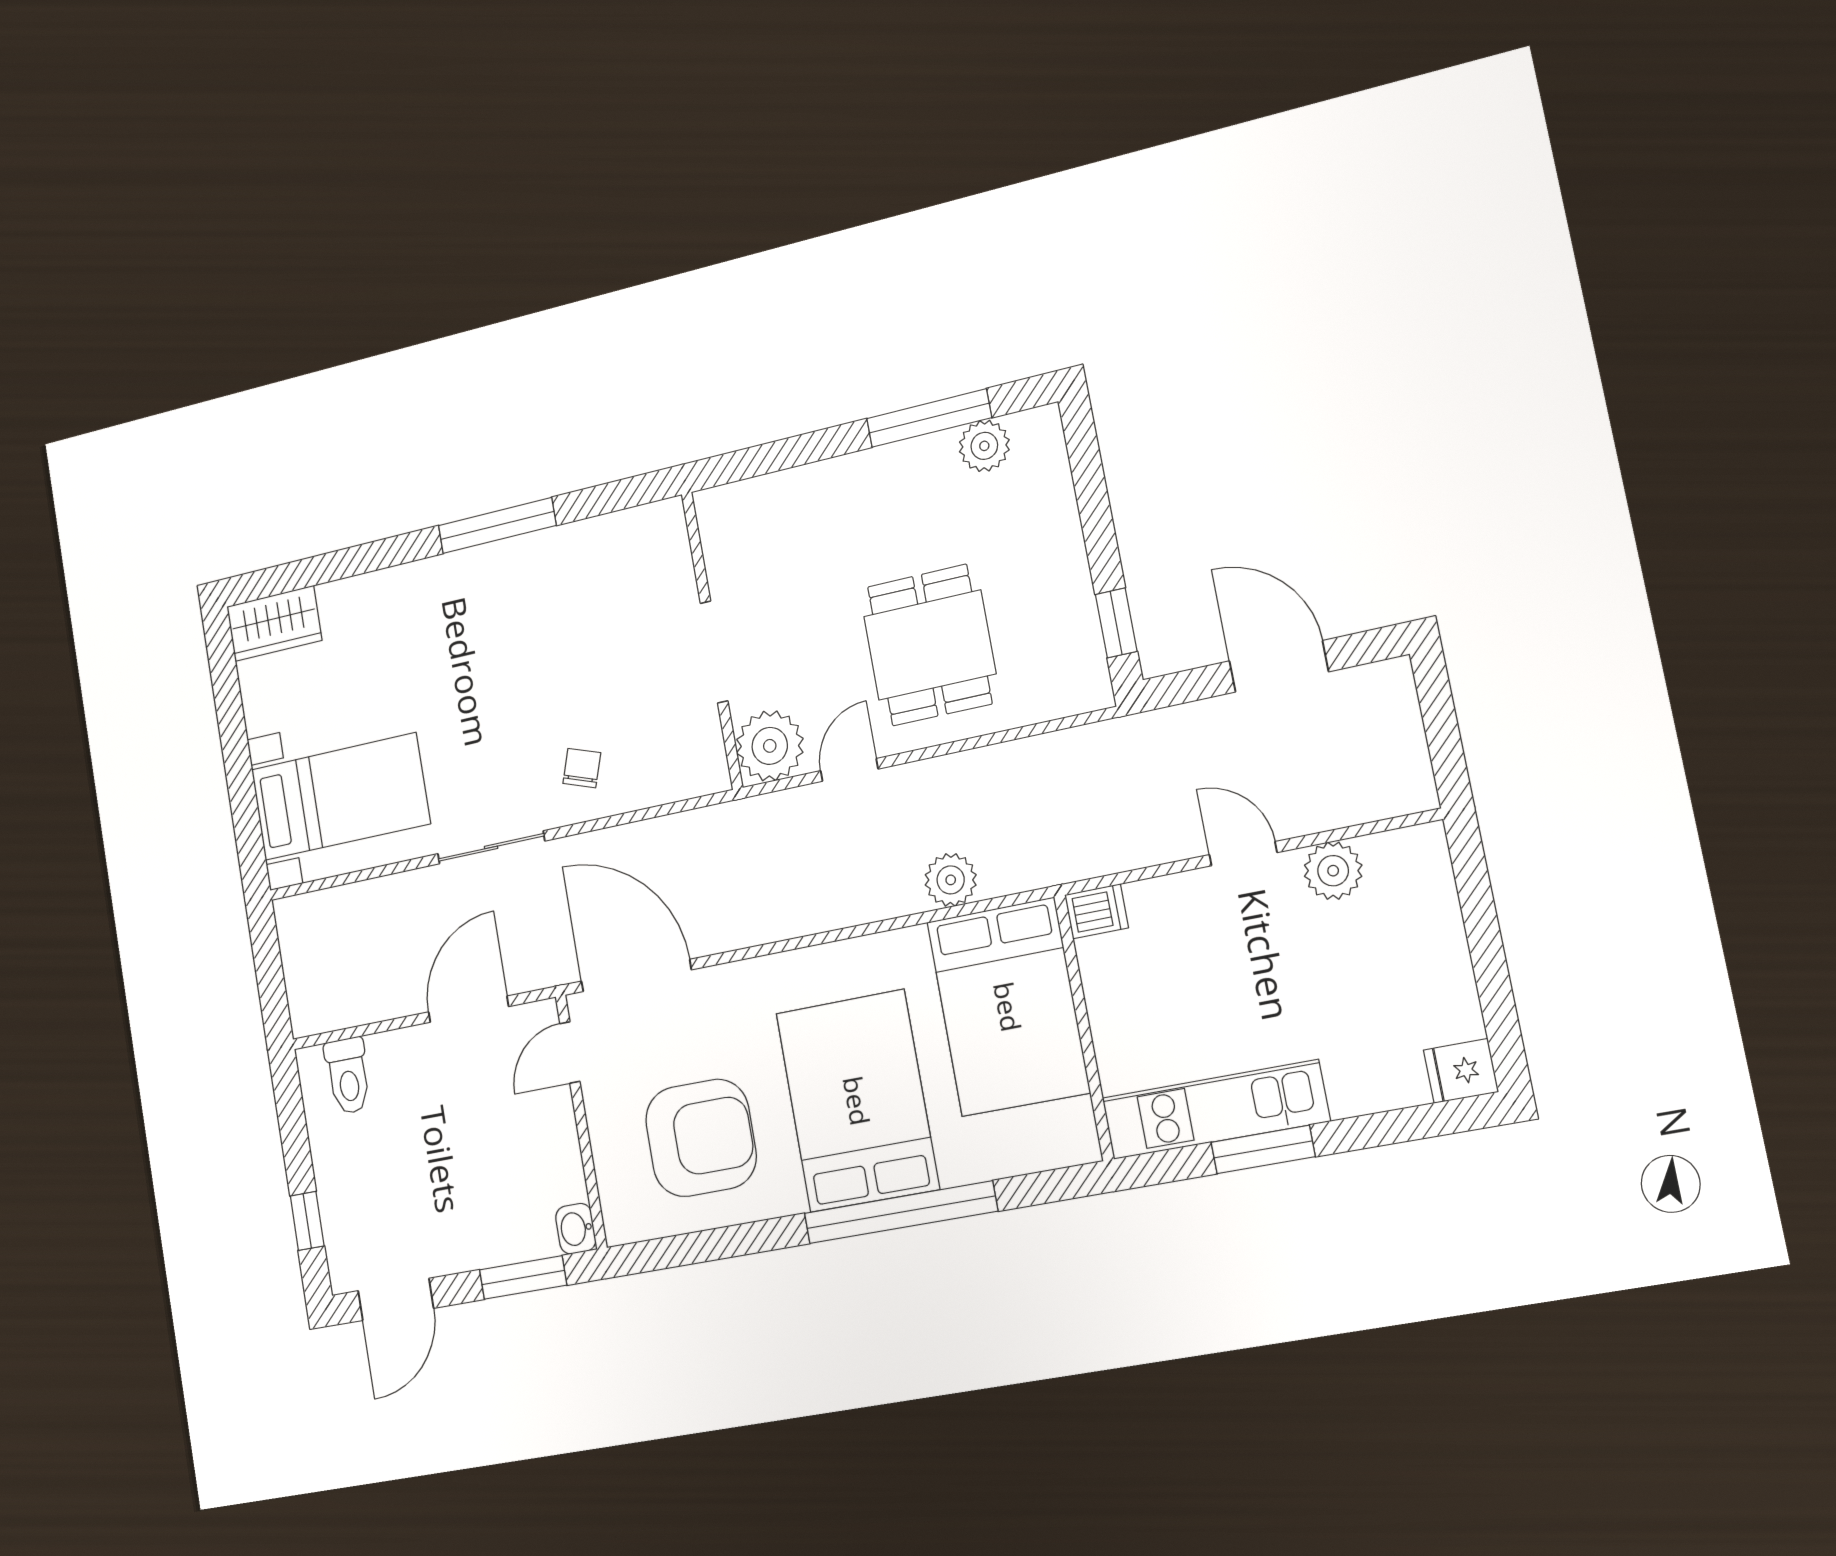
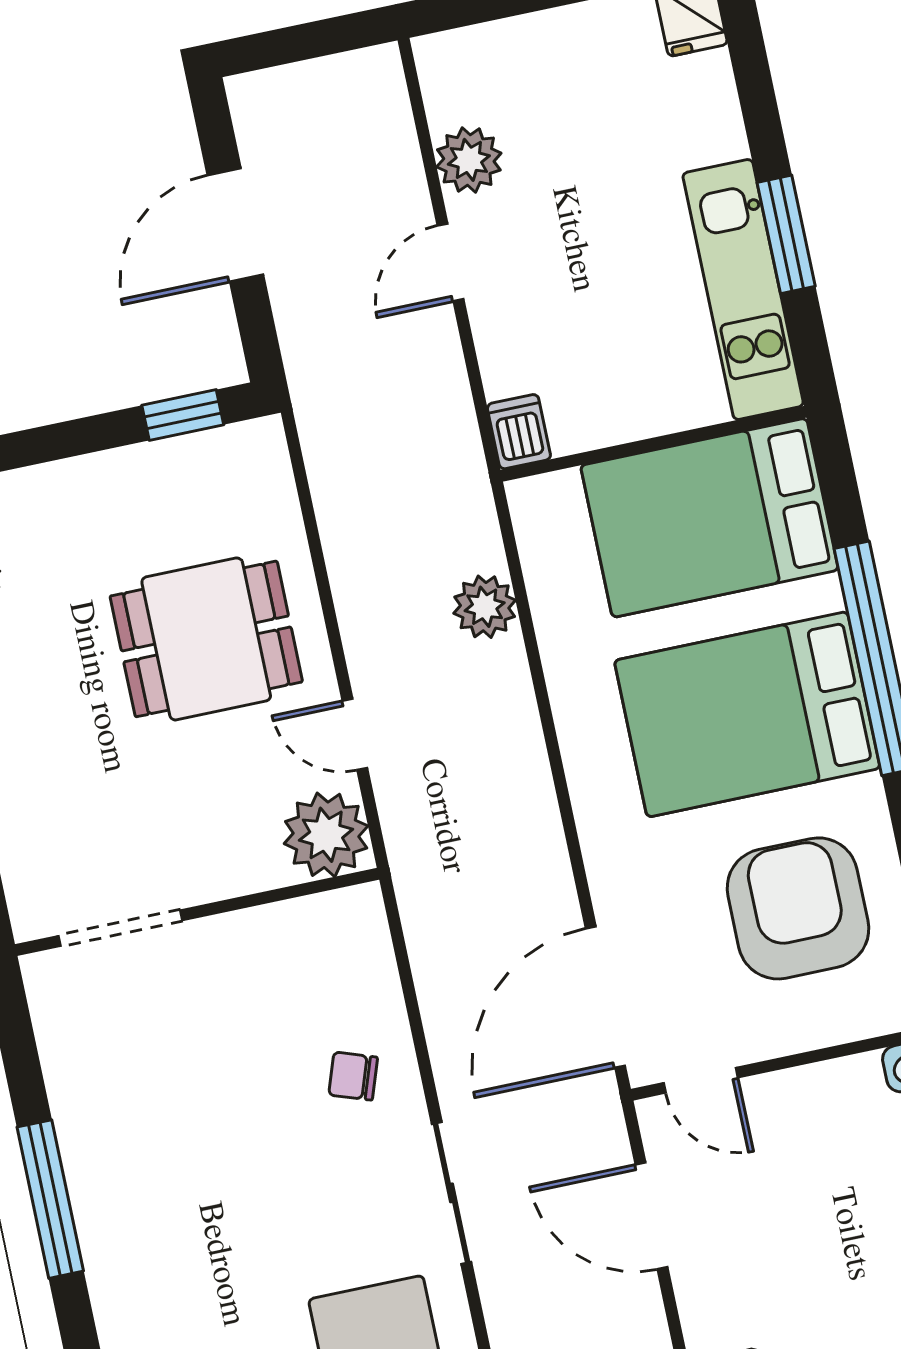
doorway: (714, 652) -> (120, 928), moved
bed: (1008, 1007) -> (710, 518), moved, turned 180

